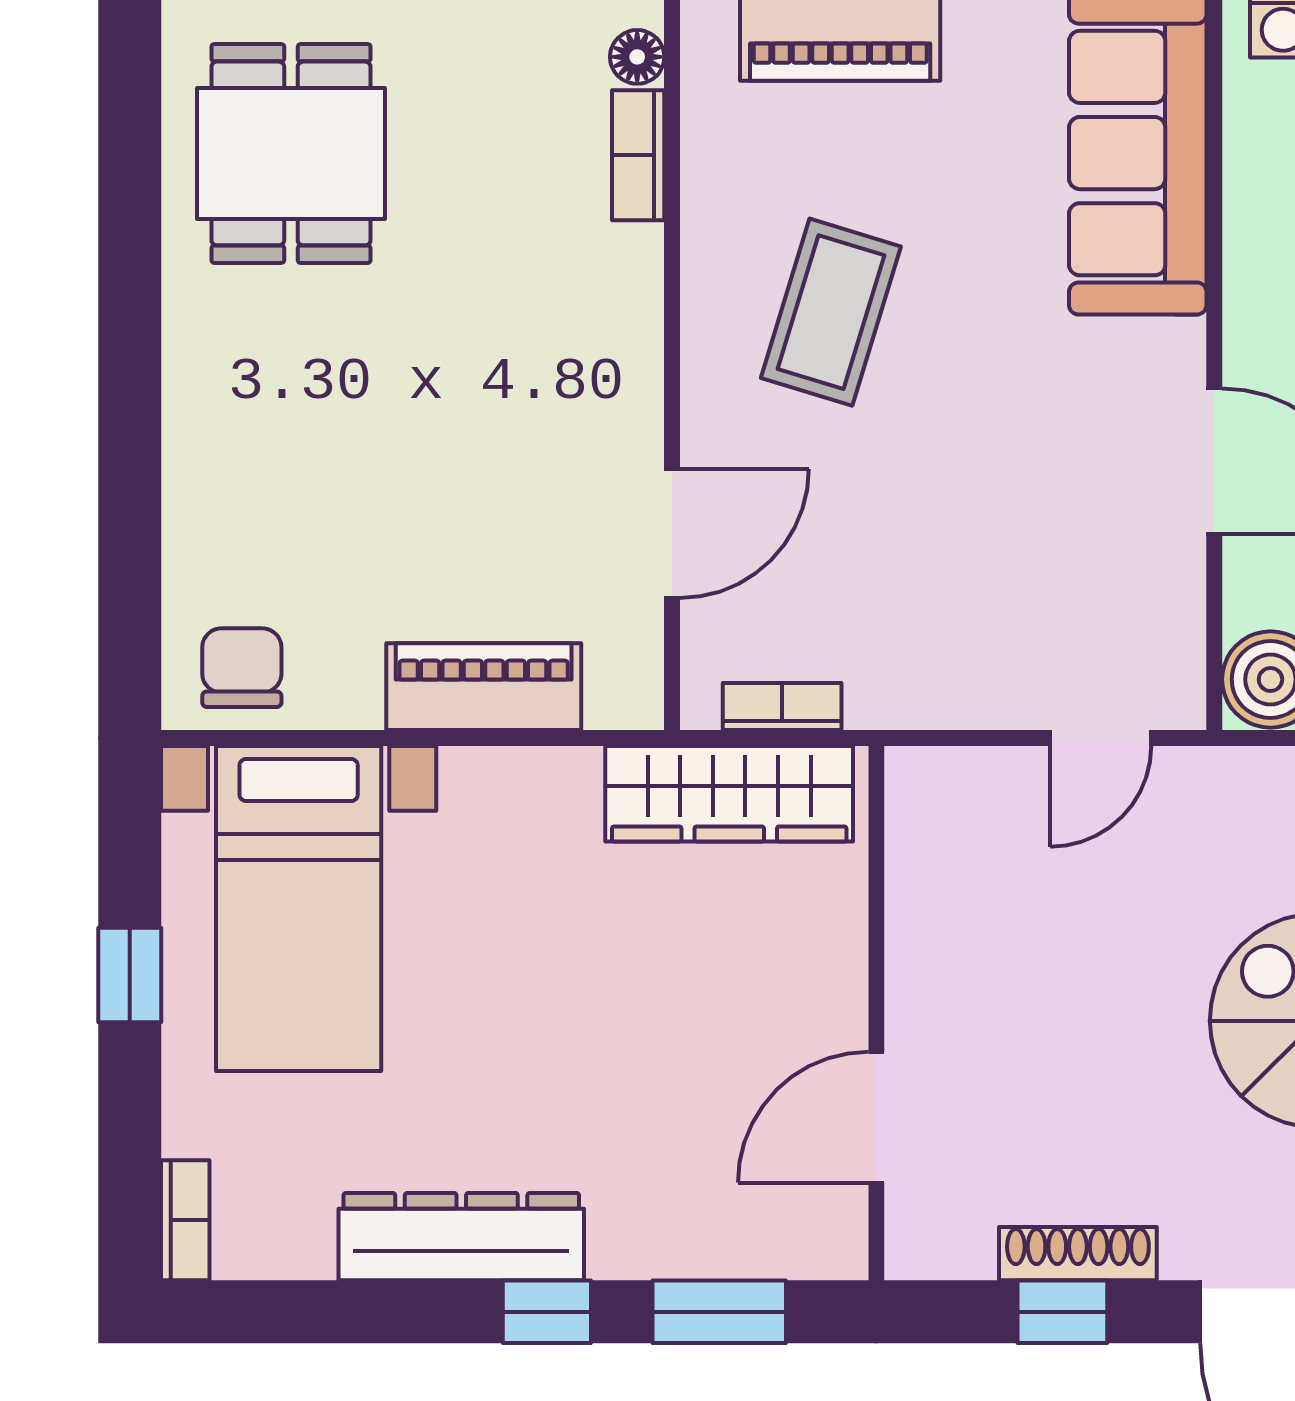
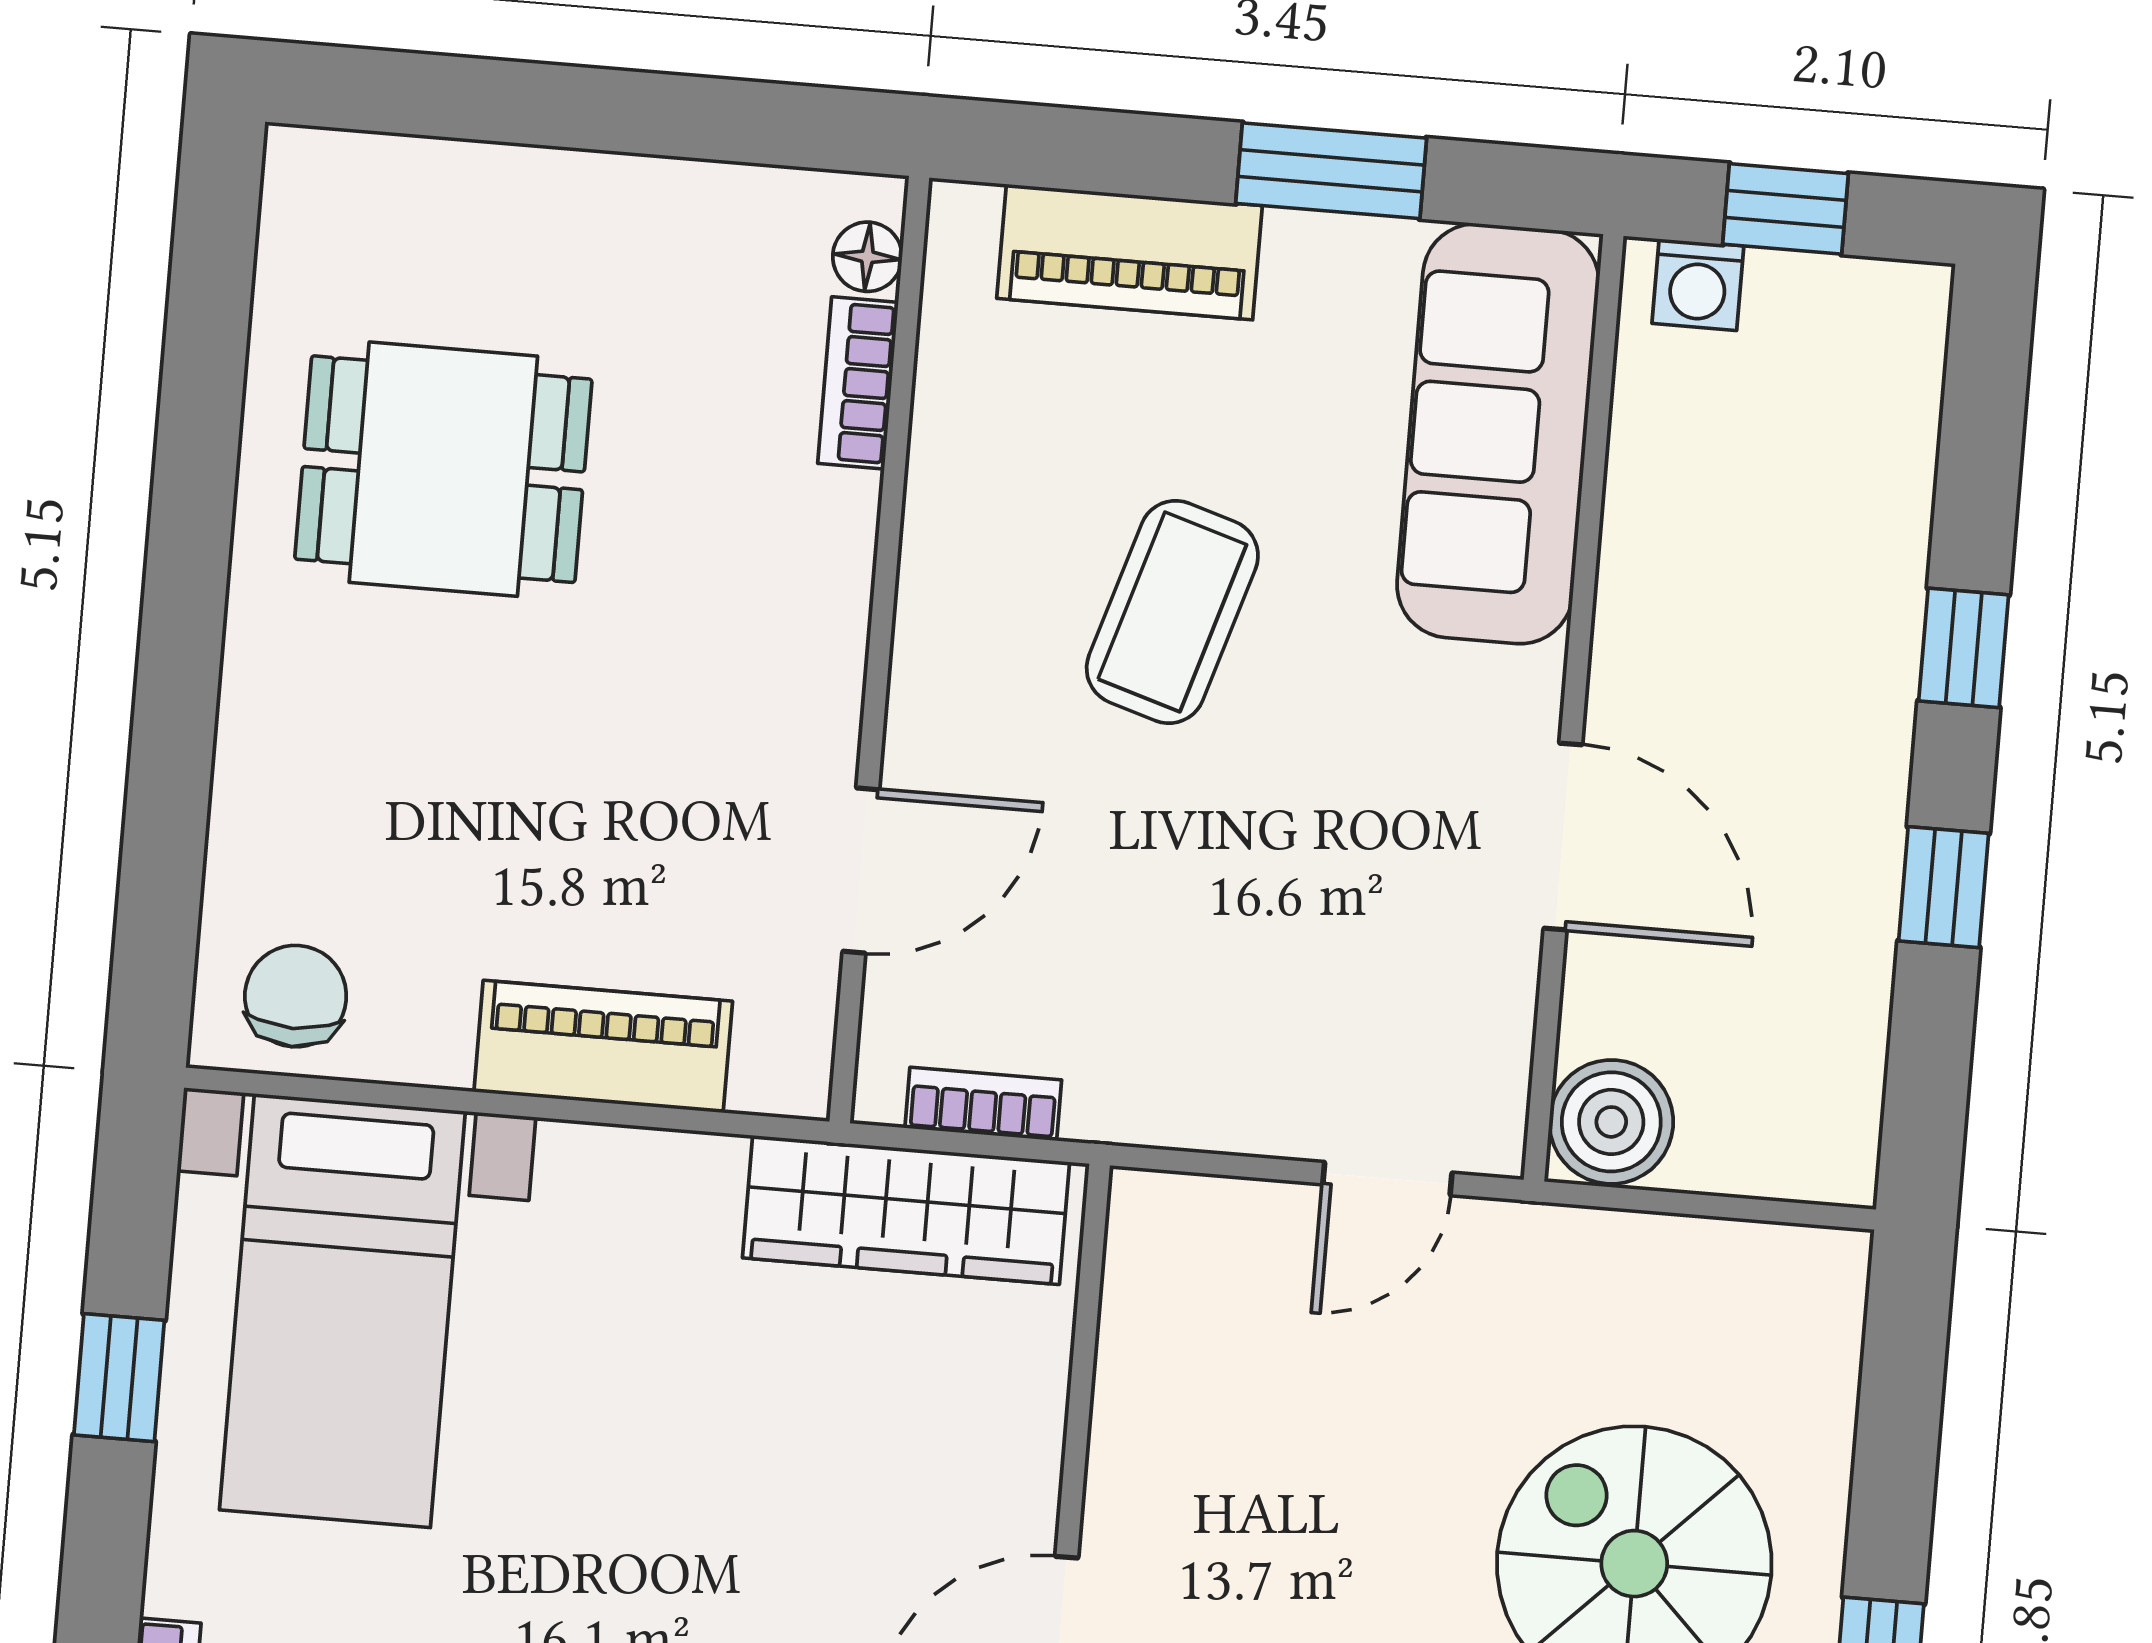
dining table: (291, 153) -> (443, 469), moved, turned 90
coffee table: (831, 312) -> (1172, 612), moved

